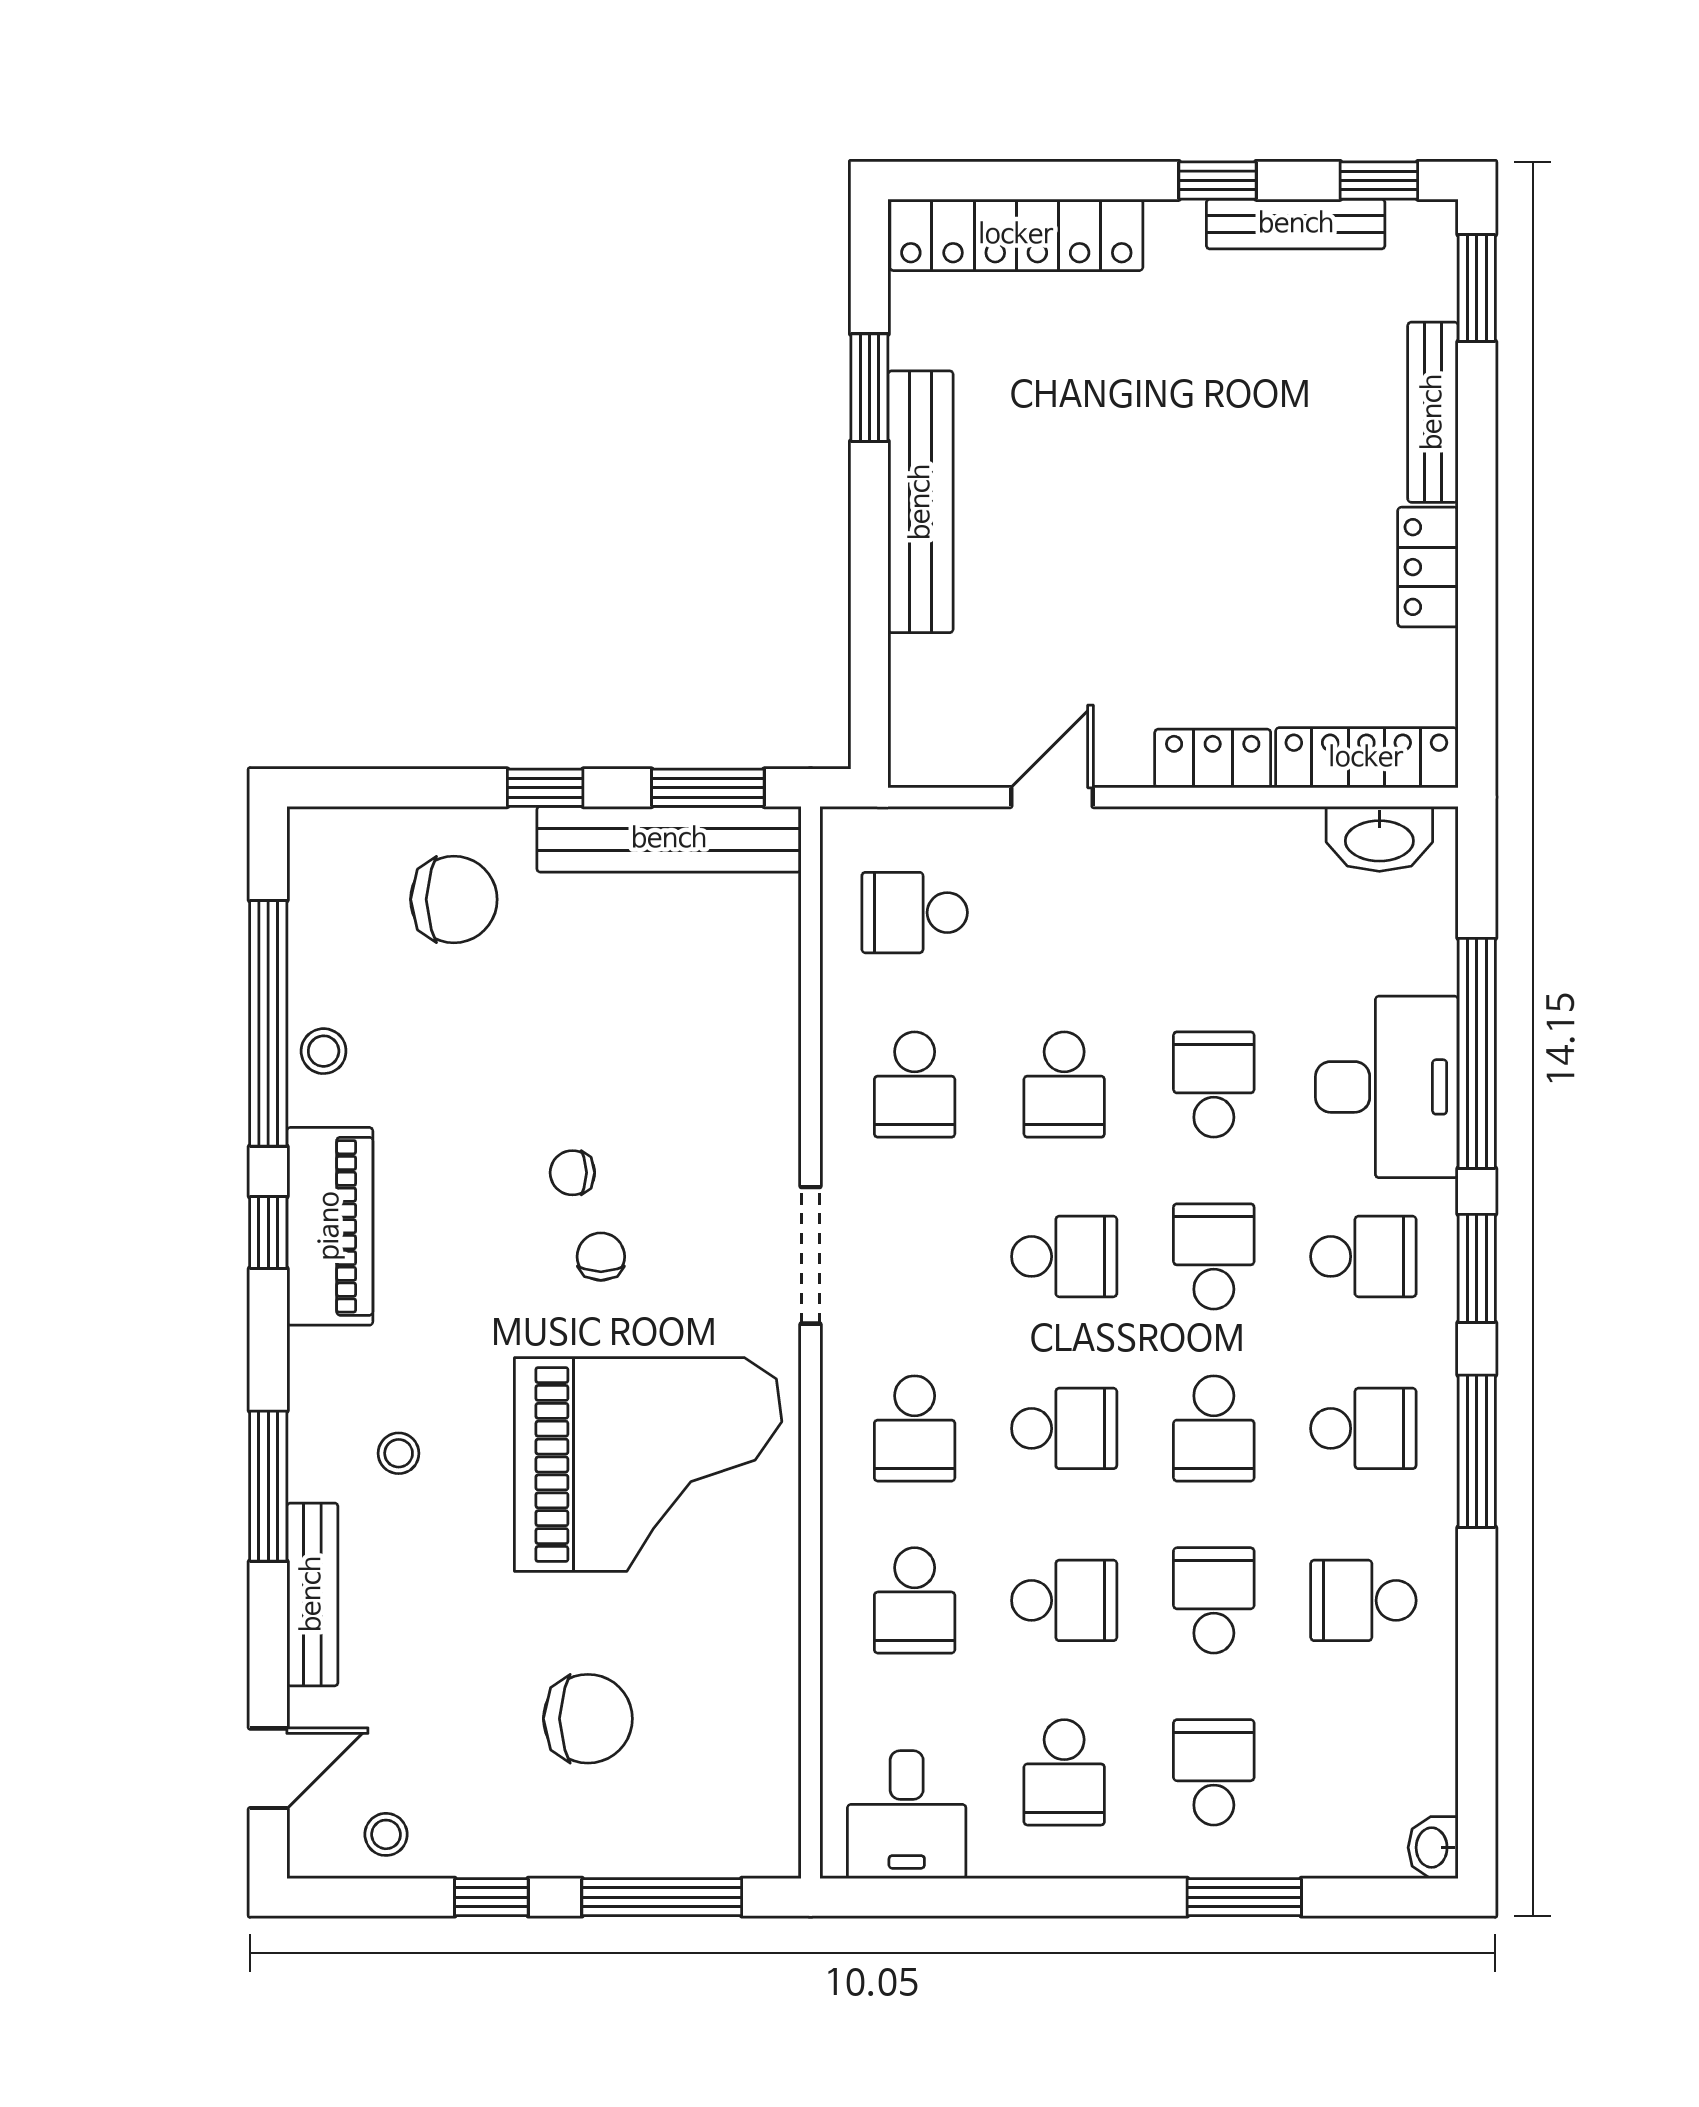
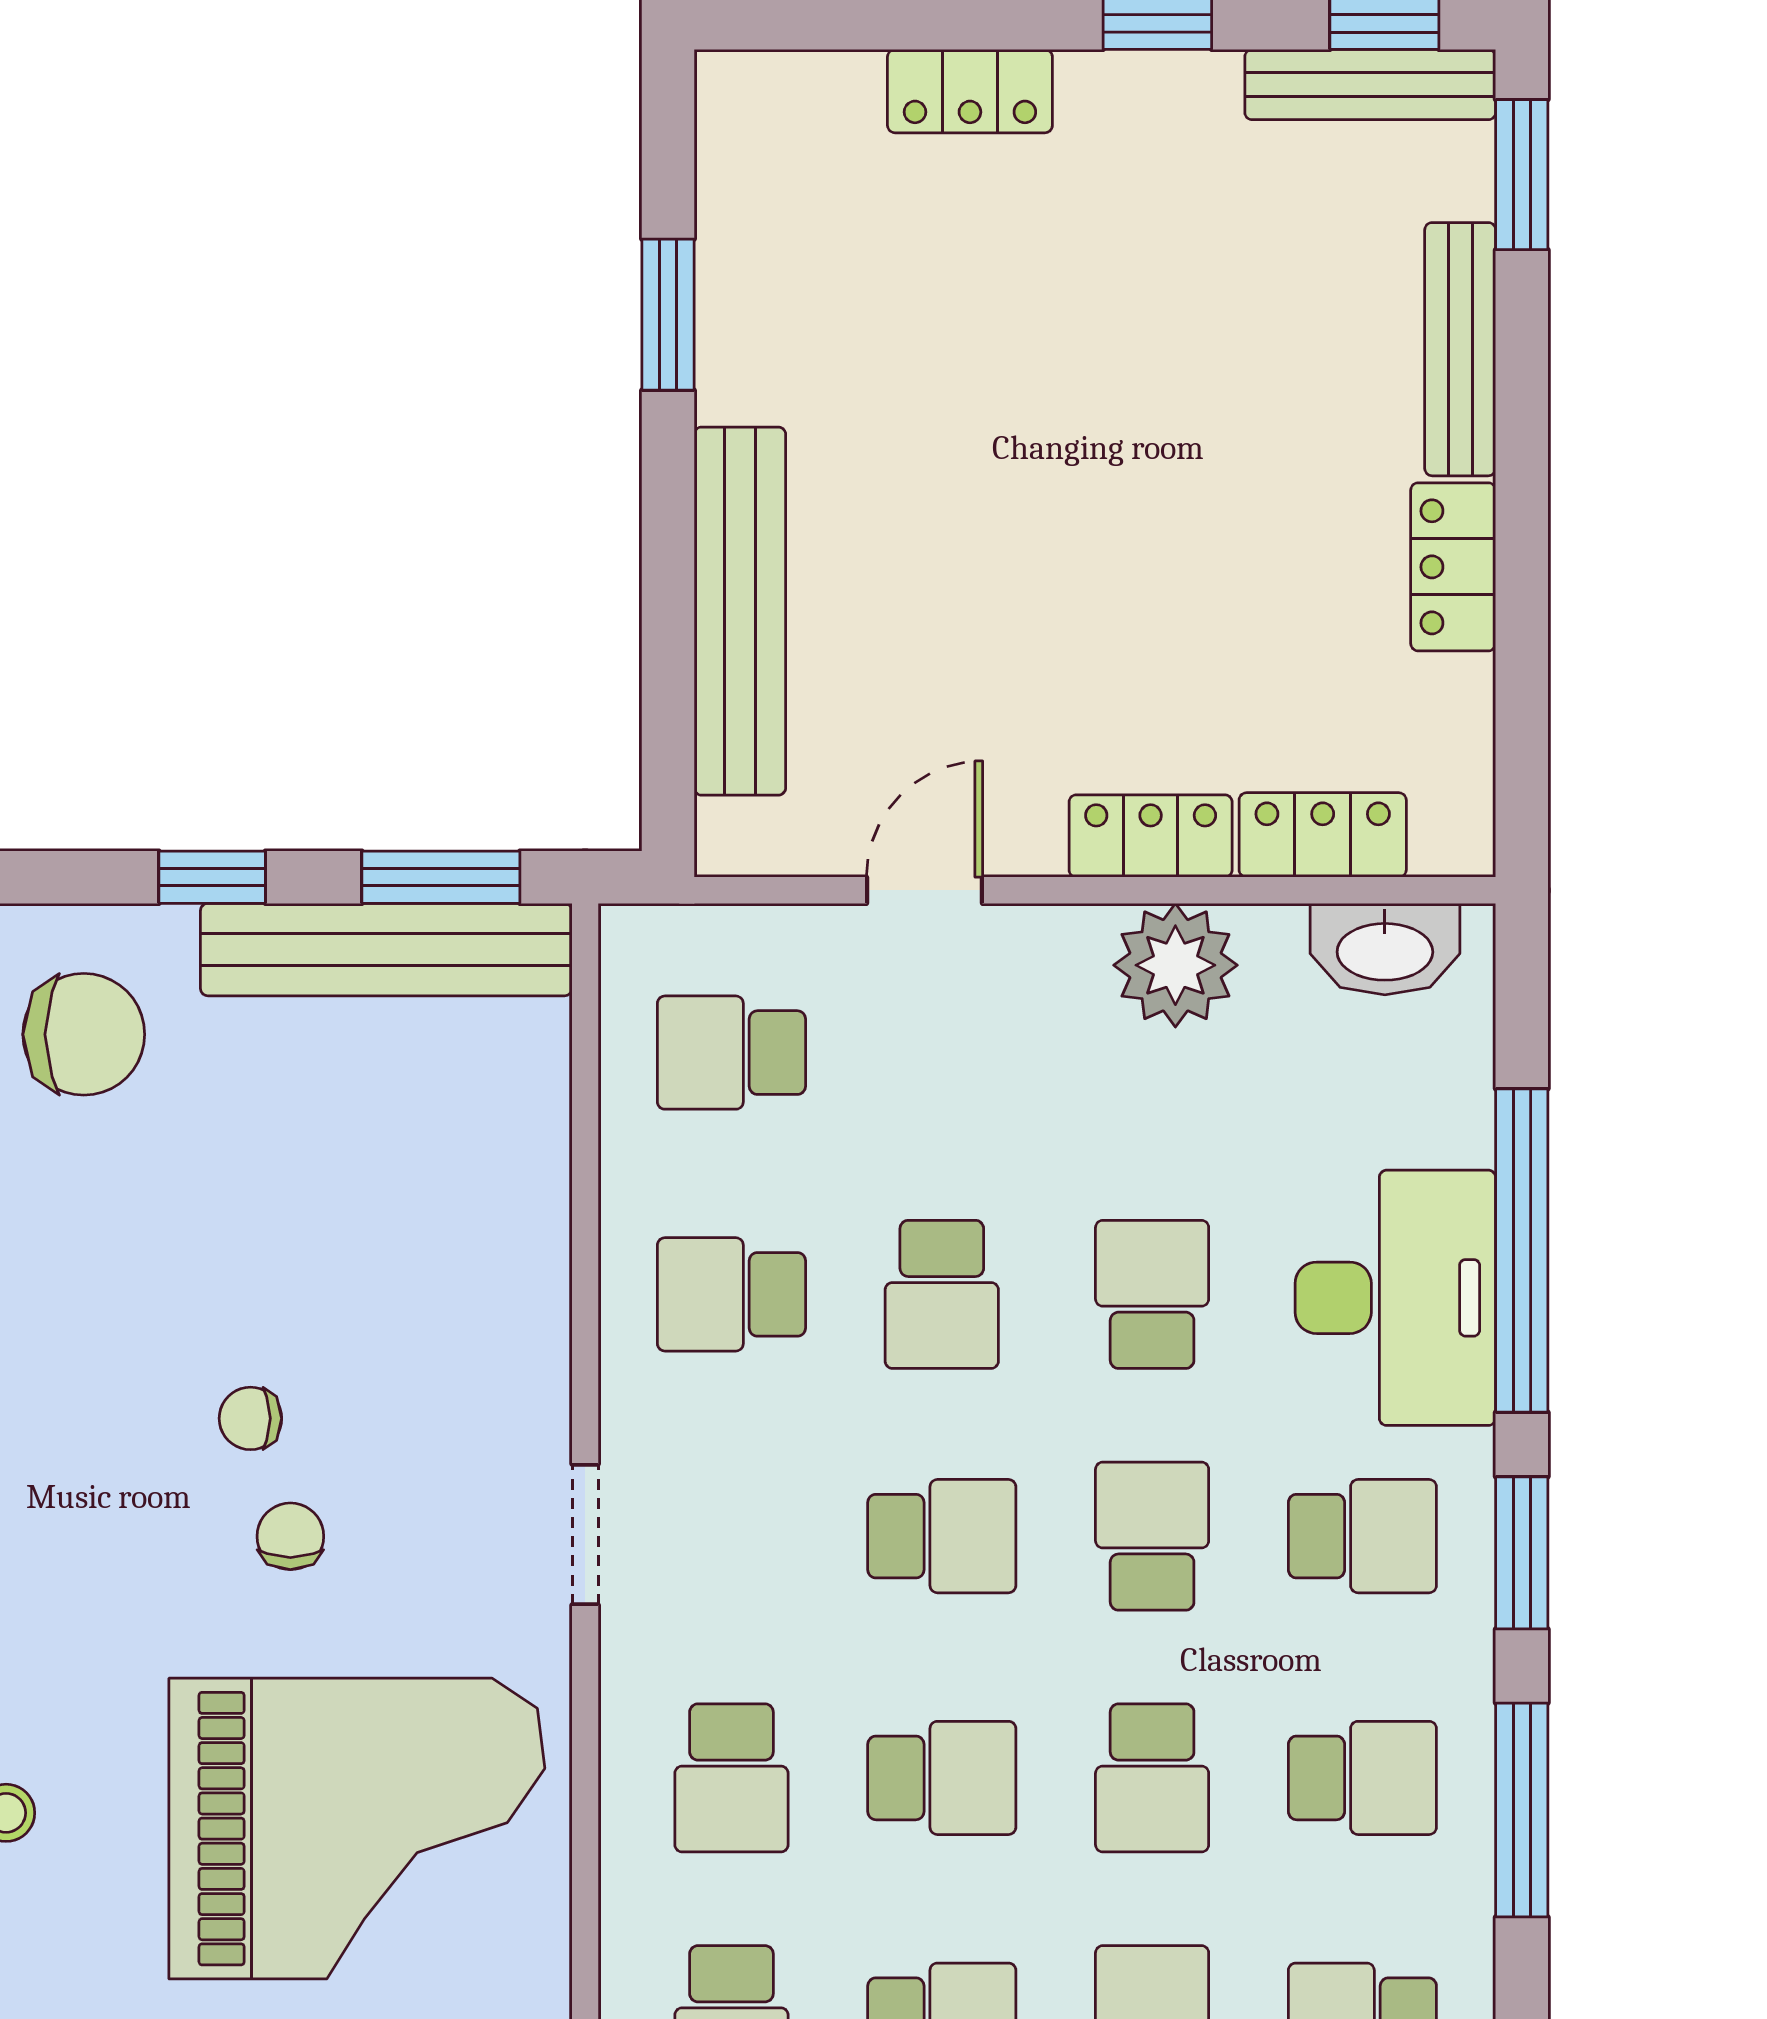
bench: (1296, 224) -> (1370, 85), moved
locker: (1016, 235) -> (970, 91), width x0.46, depth x0.83
bench: (921, 502) -> (740, 611), moved
locker: (1366, 758) -> (1323, 835), width x0.66
plant: (1230, 850) -> (1175, 965), added
school desk: (915, 1085) -> (731, 1294), turned 90
doorway: (811, 1255) -> (585, 1534), width x0.73

